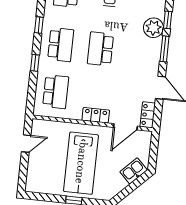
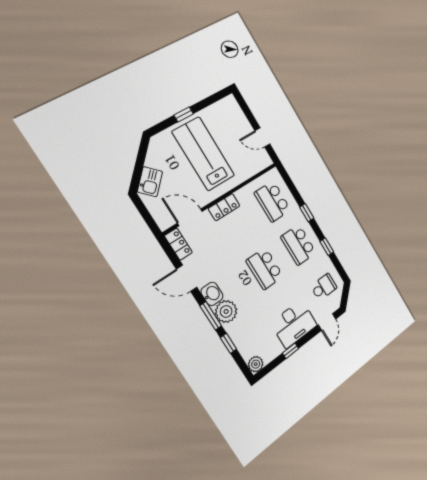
plant: (153, 28) -> (226, 311), moved
school desk: (100, 49) -> (265, 269), turned 180
washbasin: (152, 63) -> (212, 294), added
door: (125, 127) -> (190, 217), hinge flipped
door: (26, 144) -> (262, 137), hinge flipped

